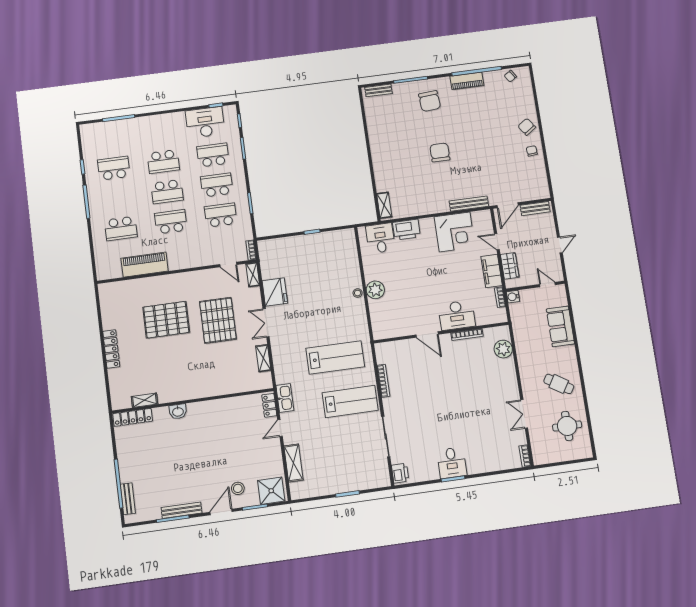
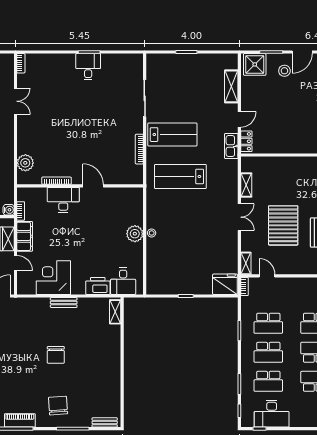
bench: (469, 204) -> (64, 302), moved, width x0.73
fridge: (275, 292) -> (225, 284), moved, turned 90
lab bench: (350, 401) -> (172, 135), turned 180
printer: (400, 473) -> (136, 64), removed

